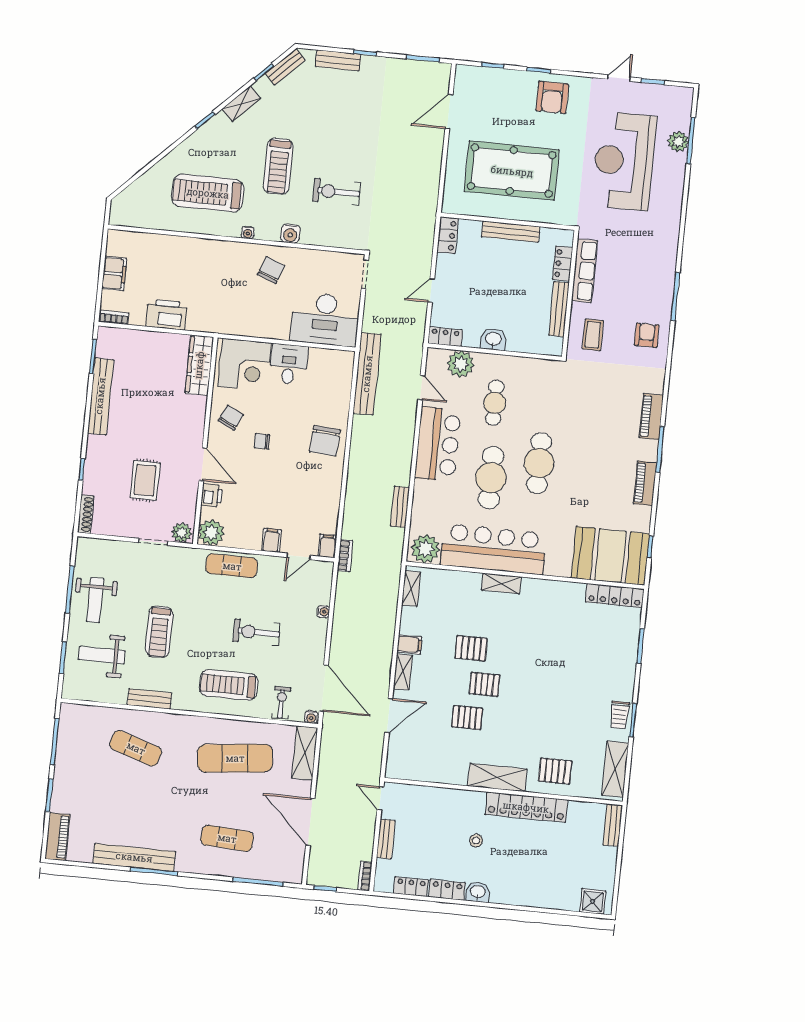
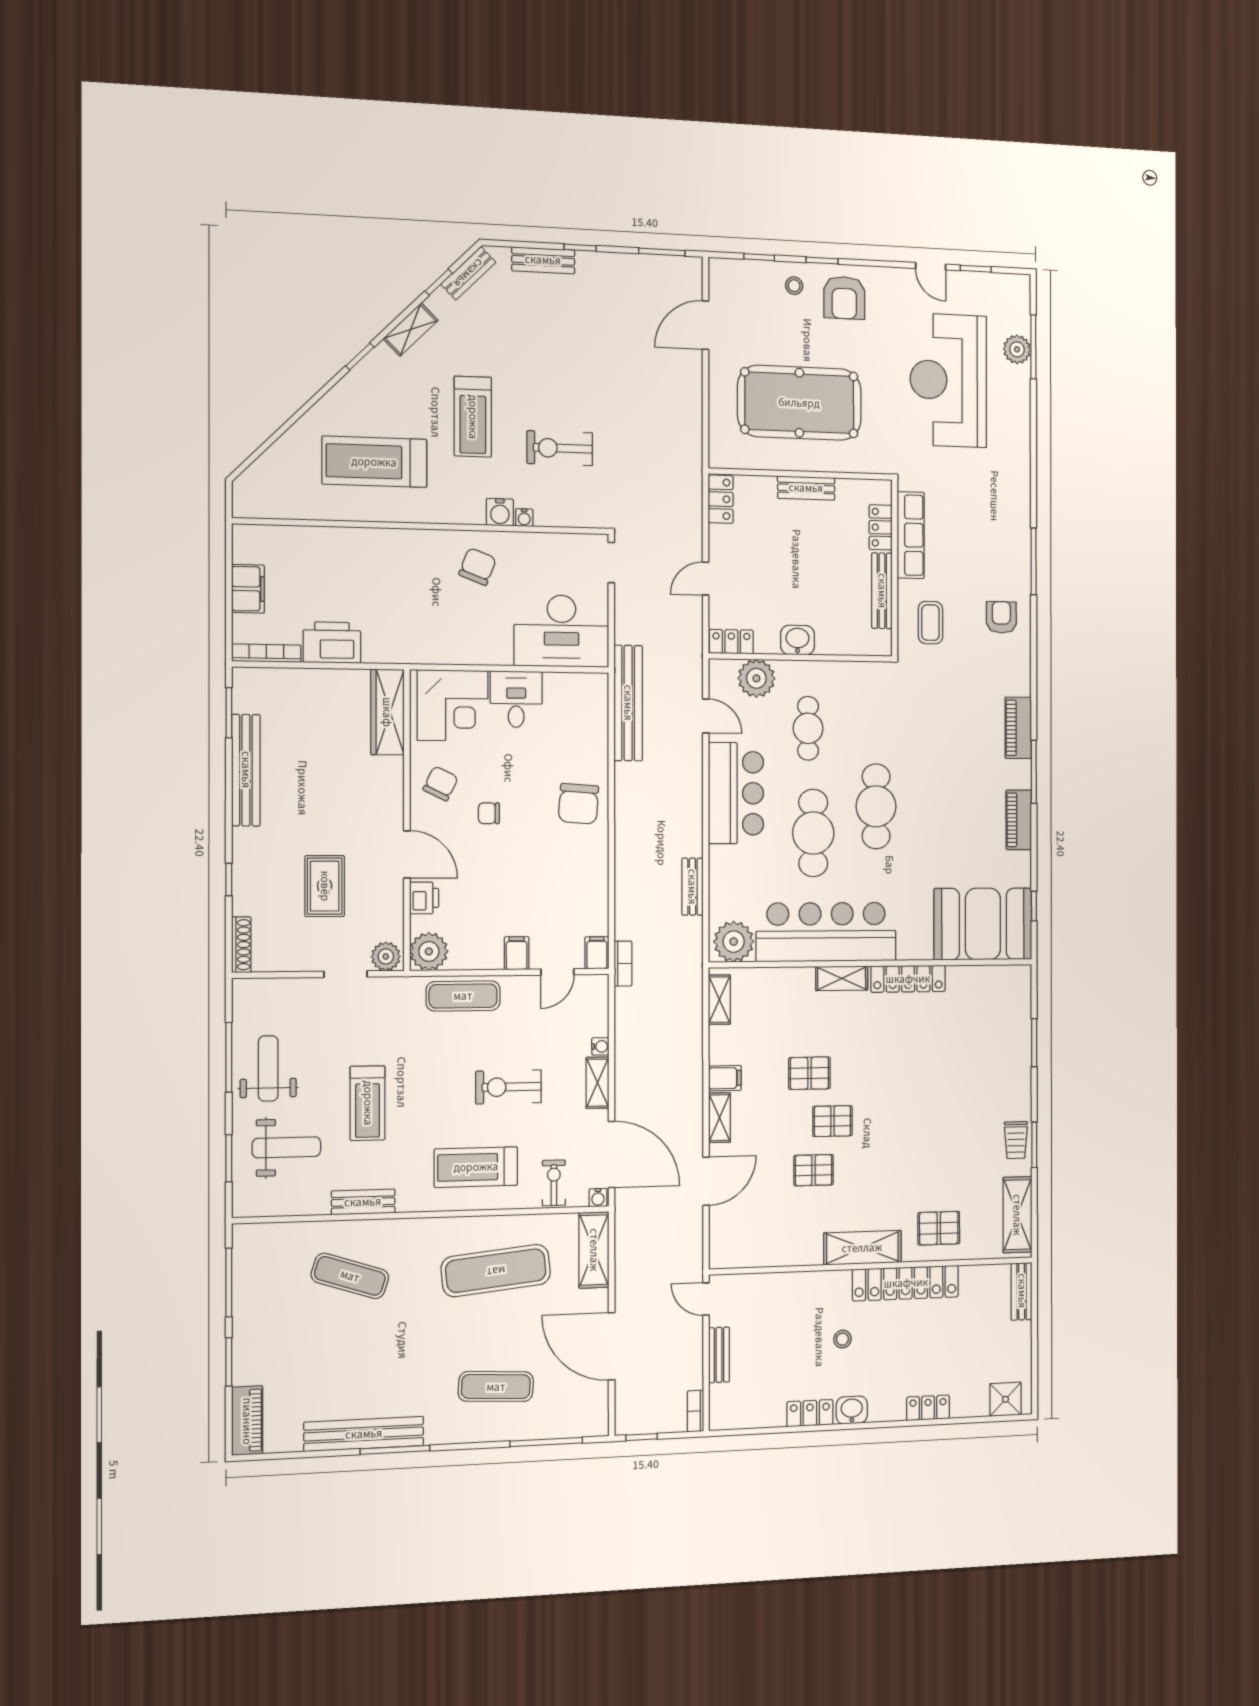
door: (619, 78) -> (931, 266), swing flipped
stool: (516, 87) -> (794, 286), added
bench: (511, 232) -> (806, 488), width x0.73
water cooler: (248, 233) -> (524, 518), moved
bookcase: (114, 317) -> (266, 653), width x1.56
locker: (615, 596) -> (908, 979), moved
weight bench: (95, 600) -> (268, 1068), turned 180
shelving: (319, 637) -> (597, 1083), added
weight bench: (102, 655) -> (286, 1147), turned 180
locker: (411, 887) -> (928, 1408), moved

